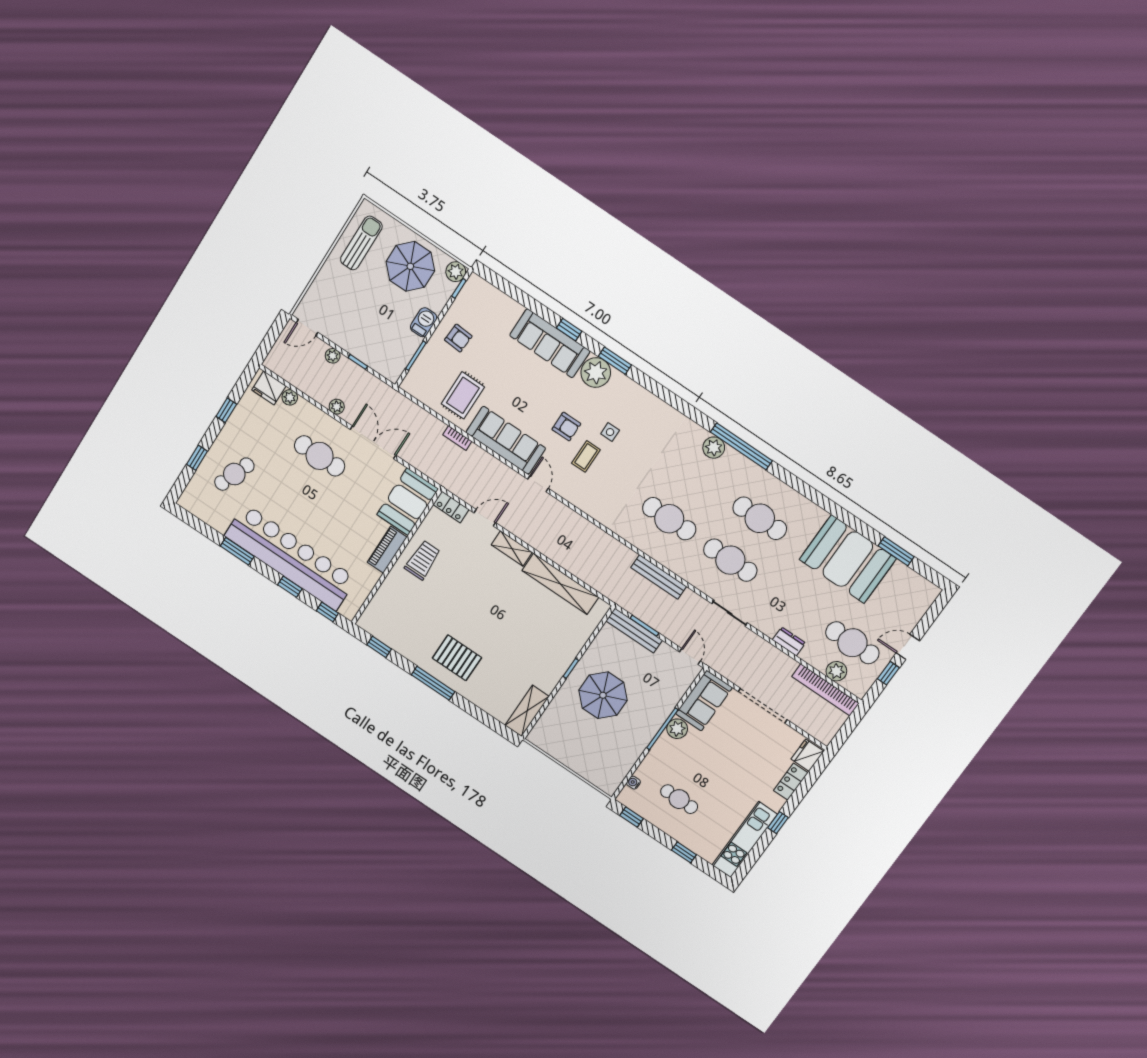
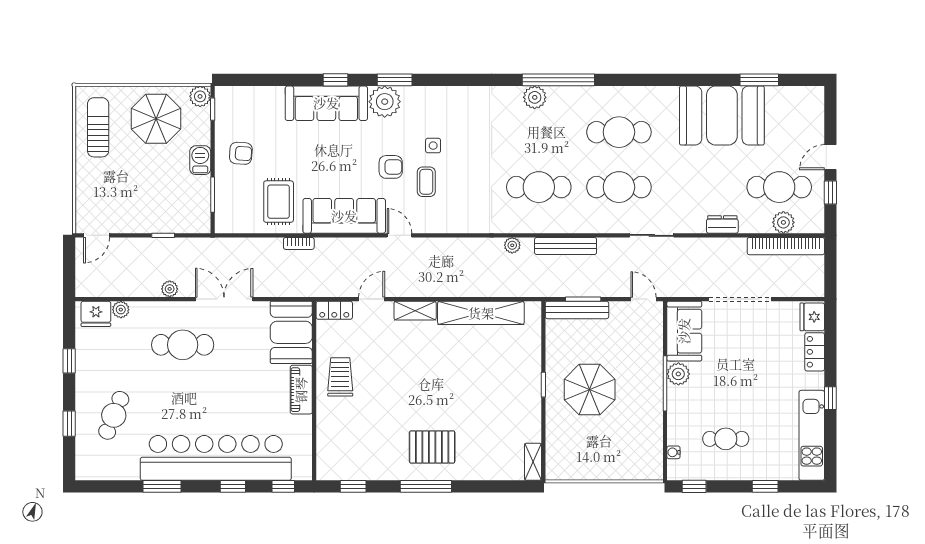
plant: (333, 356) -> (512, 245), moved
shelving: (527, 711) -> (533, 462), width x0.67, depth x0.75

